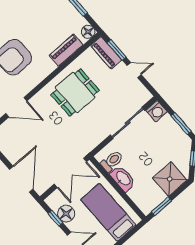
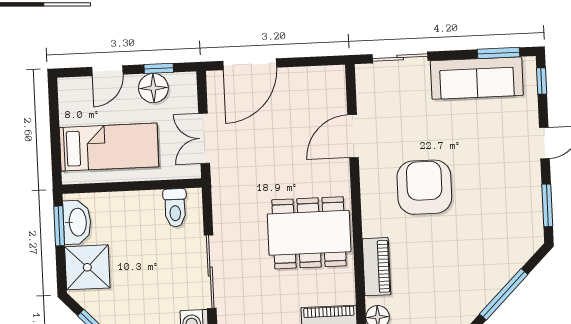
dining table: (75, 92) -> (309, 233), width x1.38
double door: (70, 173) -> (204, 138), width x0.73
washbasin: (123, 178) -> (77, 222), moved, turned -90
door: (21, 179) -> (250, 64), hinge flipped

